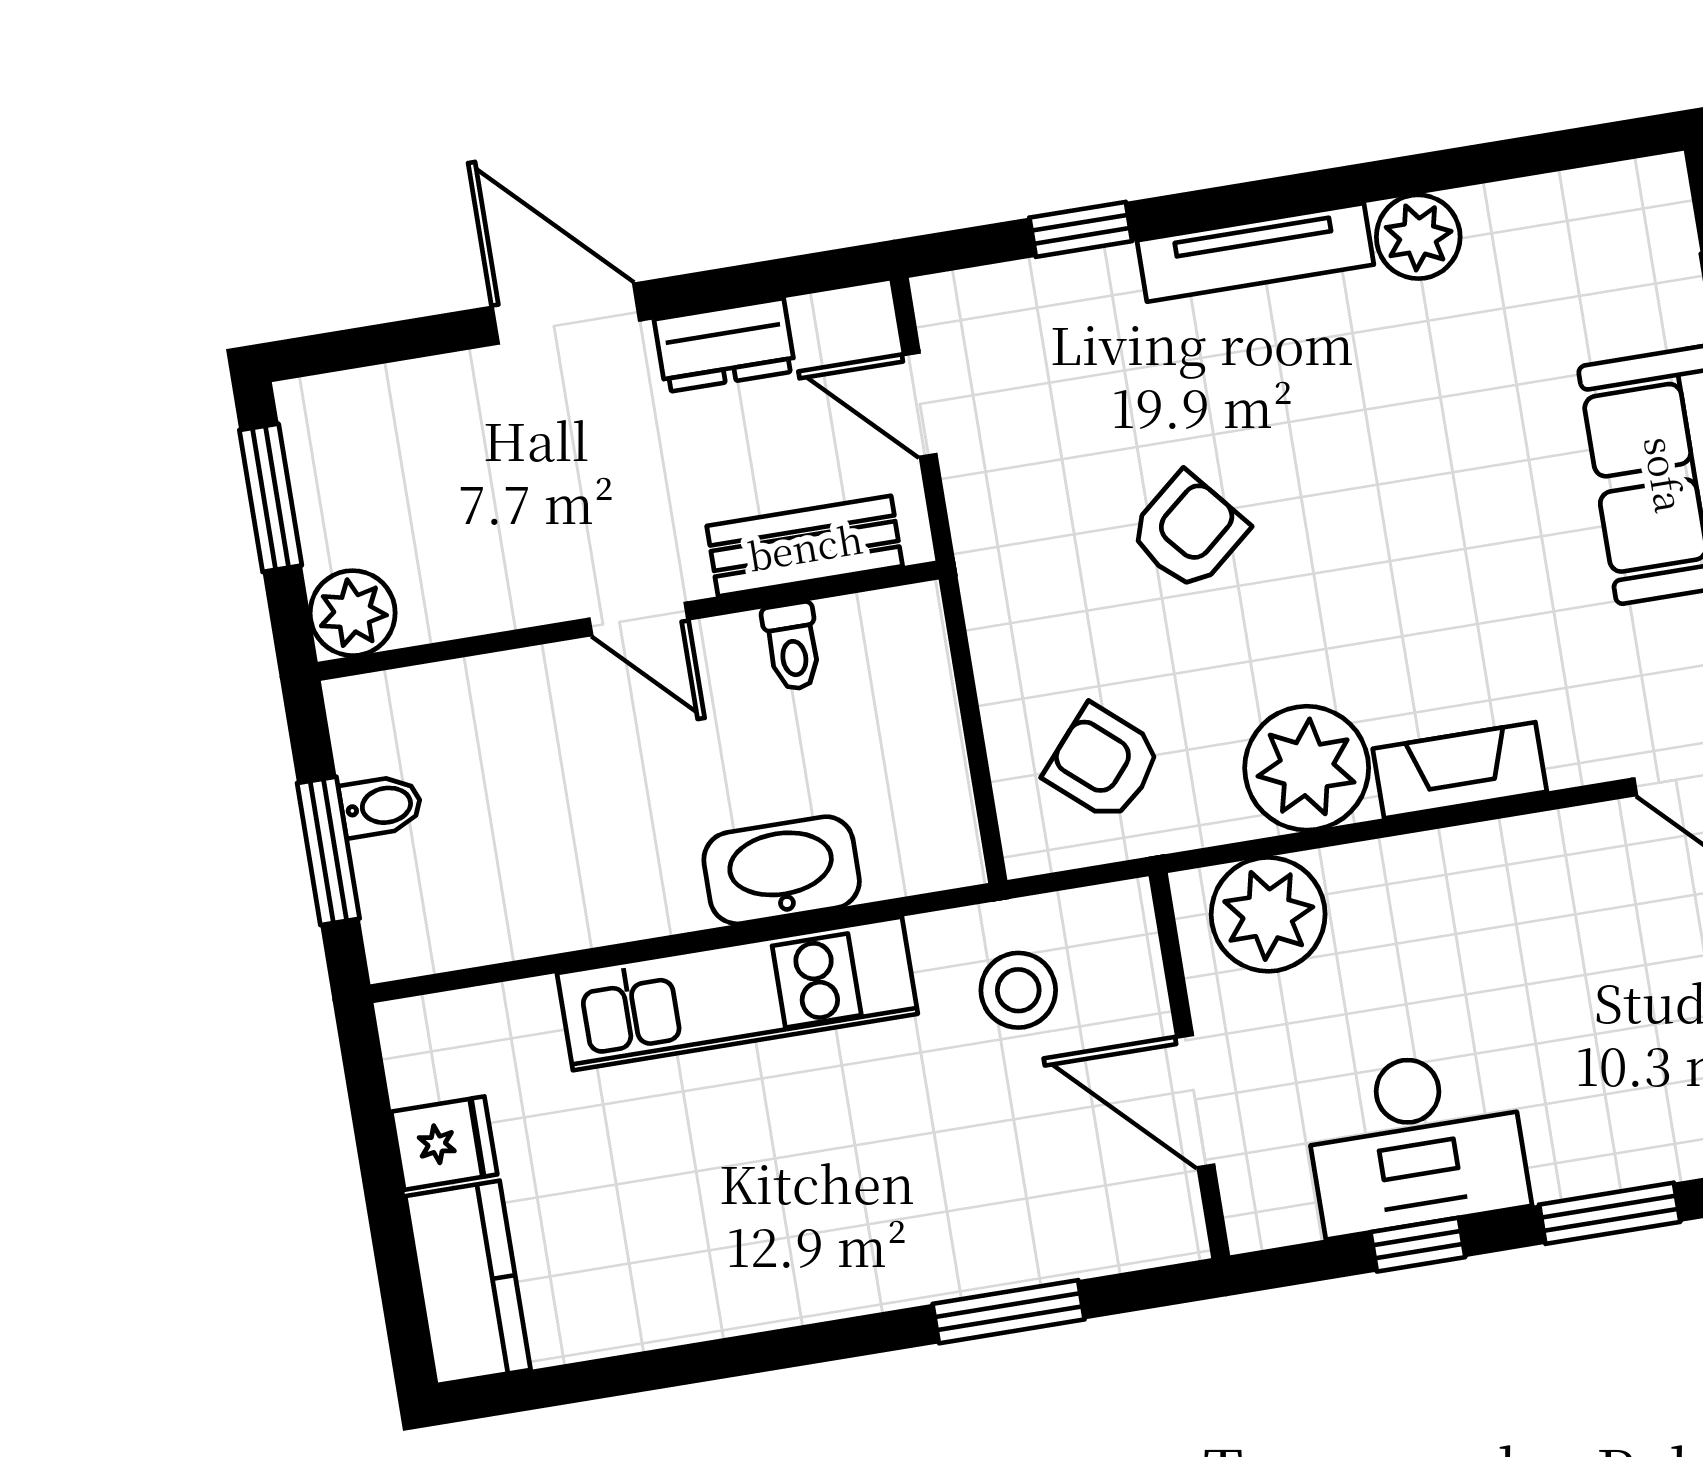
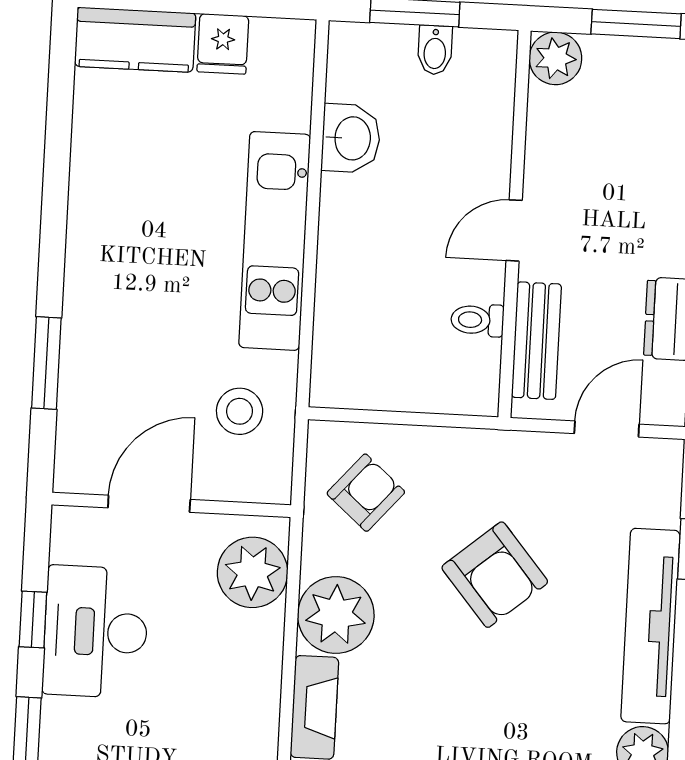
tv unit: (1255, 252) -> (650, 626), width x1.36, depth x1.29
armchair: (1188, 531) -> (495, 575), width x1.38, depth x1.38
washbasin: (782, 870) -> (351, 138), moved, width x0.72

